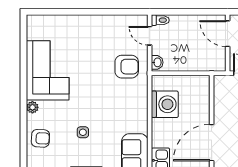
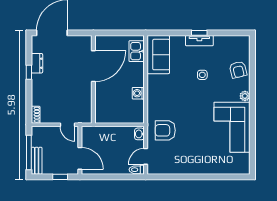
door: (150, 36) -> (146, 156), swing flipped
washing machine: (165, 104) -> (138, 93), width x0.53, depth x0.53
armchair: (40, 138) -> (238, 70), turned -107

